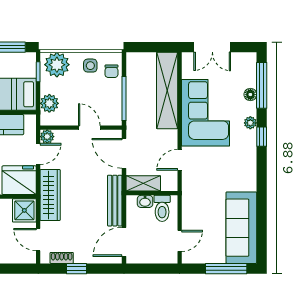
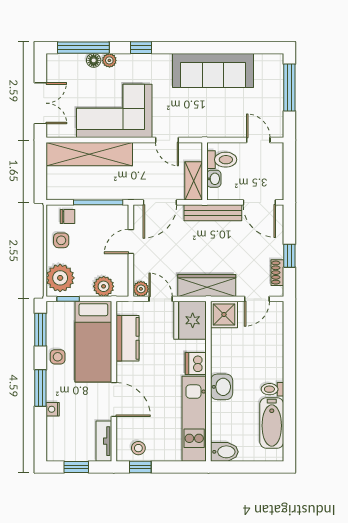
plant: (250, 123) -> (109, 60), moved
sofa: (241, 228) -> (213, 70), moved

